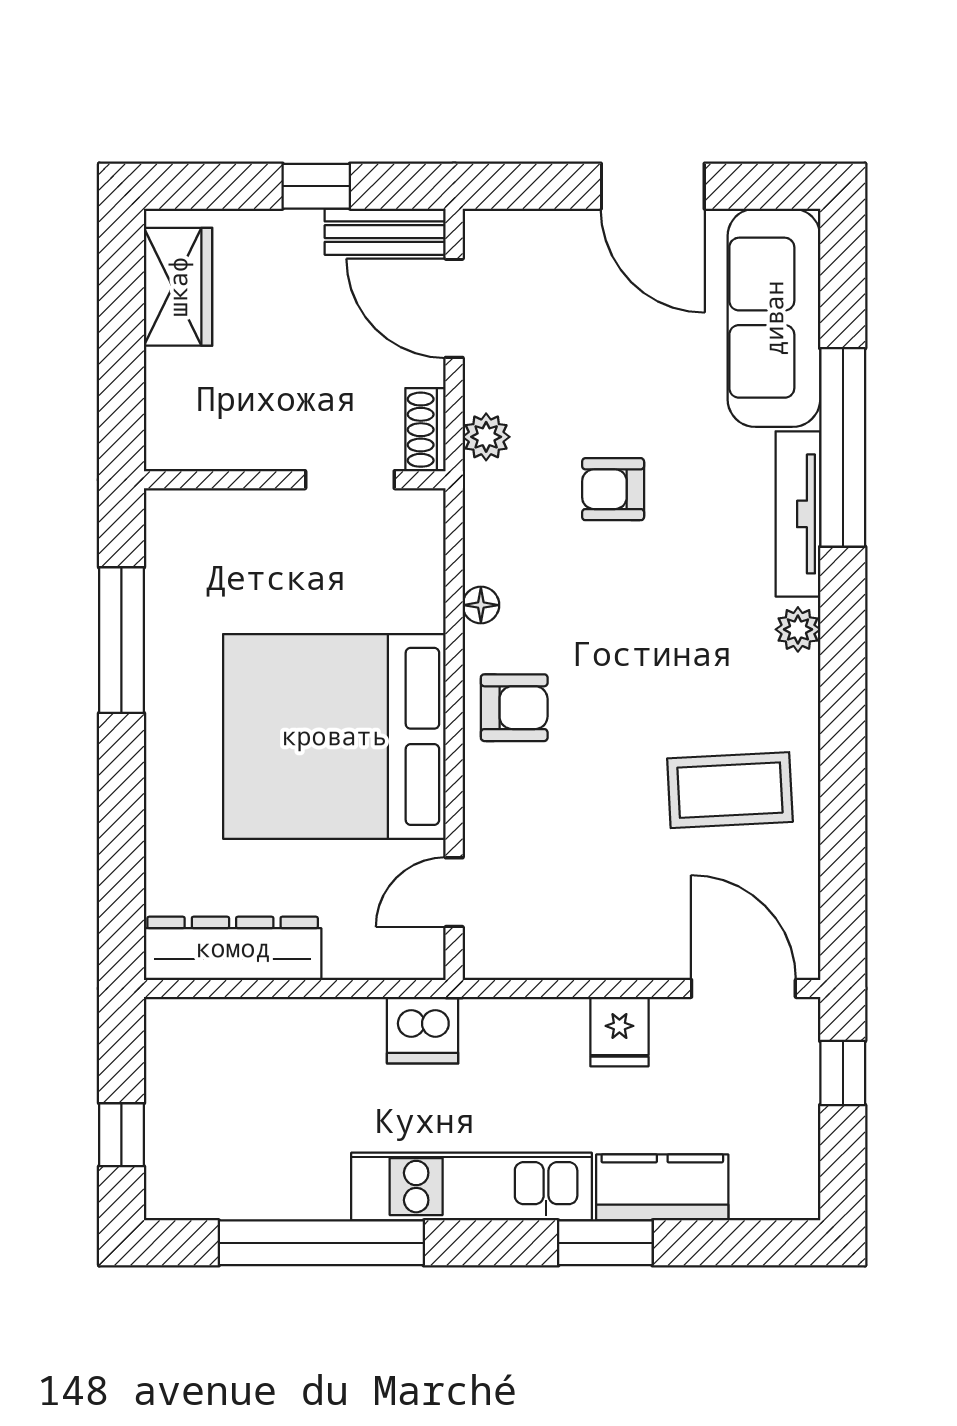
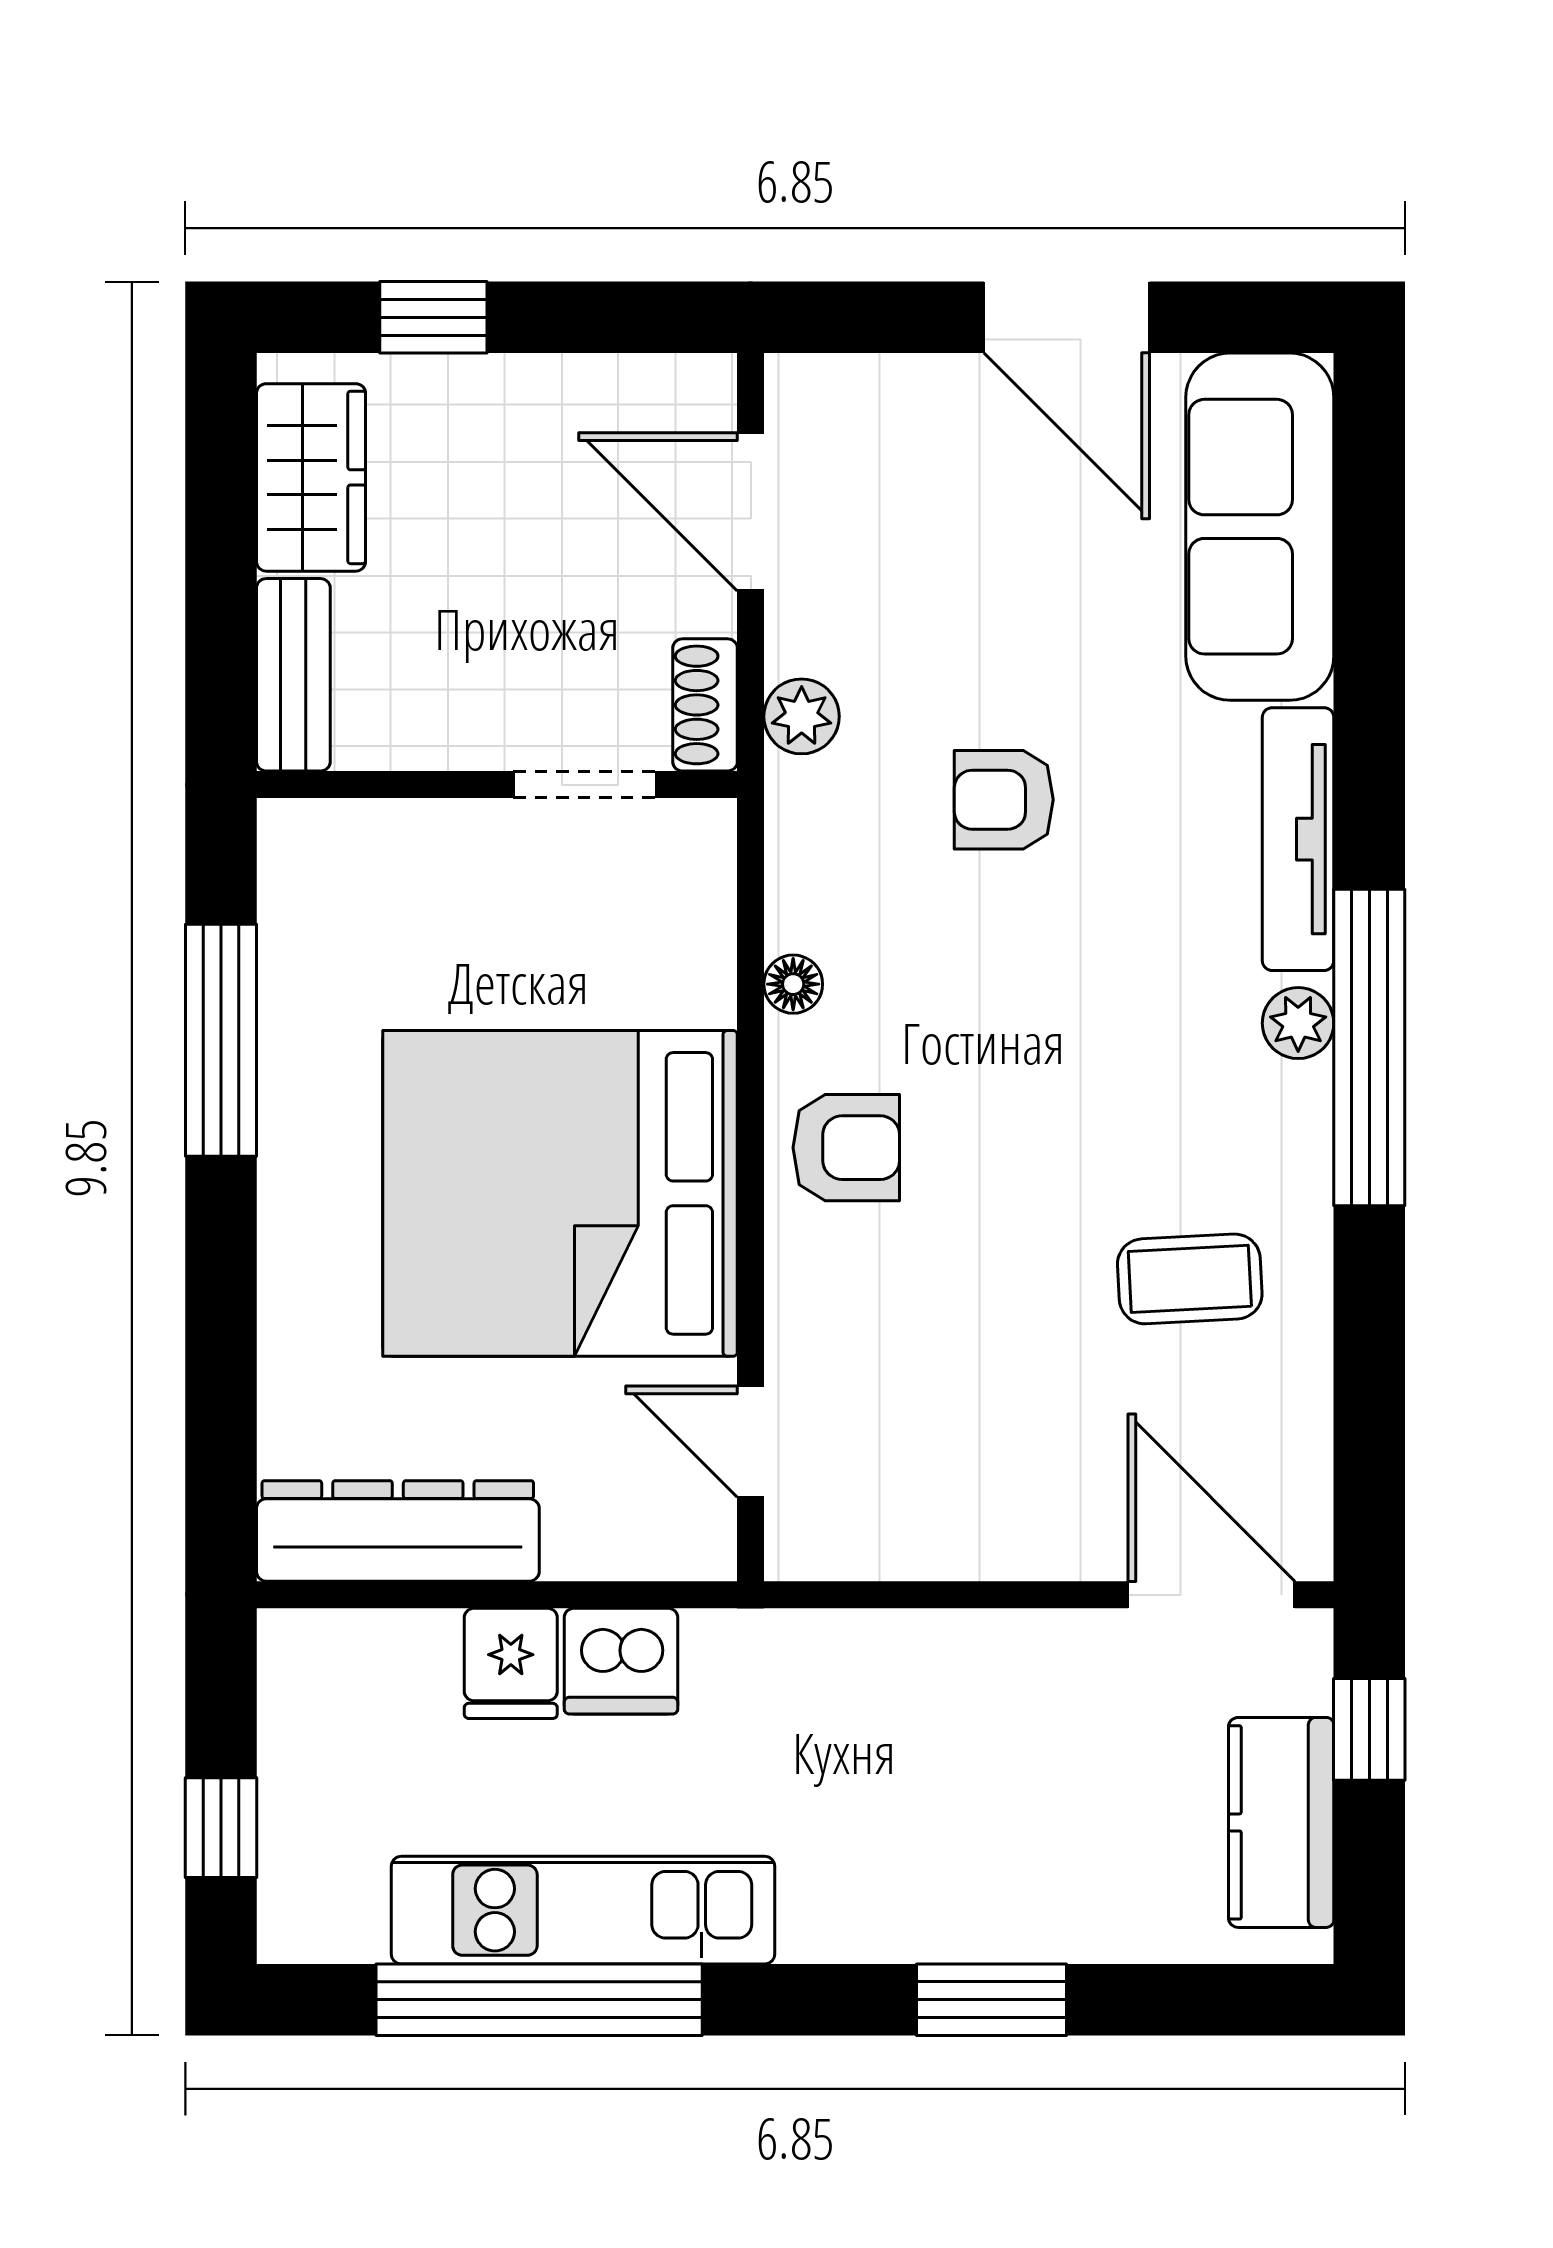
window: (316, 186) -> (433, 317), moved
bench: (385, 232) -> (293, 675), moved, turned 90
window: (843, 447) -> (1369, 1047), moved
coffee table: (730, 790) -> (1190, 1279), width x0.73, depth x0.77
door: (454, 892) -> (751, 1441), hinge flipped
dishwasher: (423, 1030) -> (621, 1661), moved
fridge: (619, 1032) -> (511, 1663), moved
kitchen unit: (471, 1187) -> (583, 1910), moved
kitchen counter: (662, 1187) -> (1281, 1822), moved, turned -90

